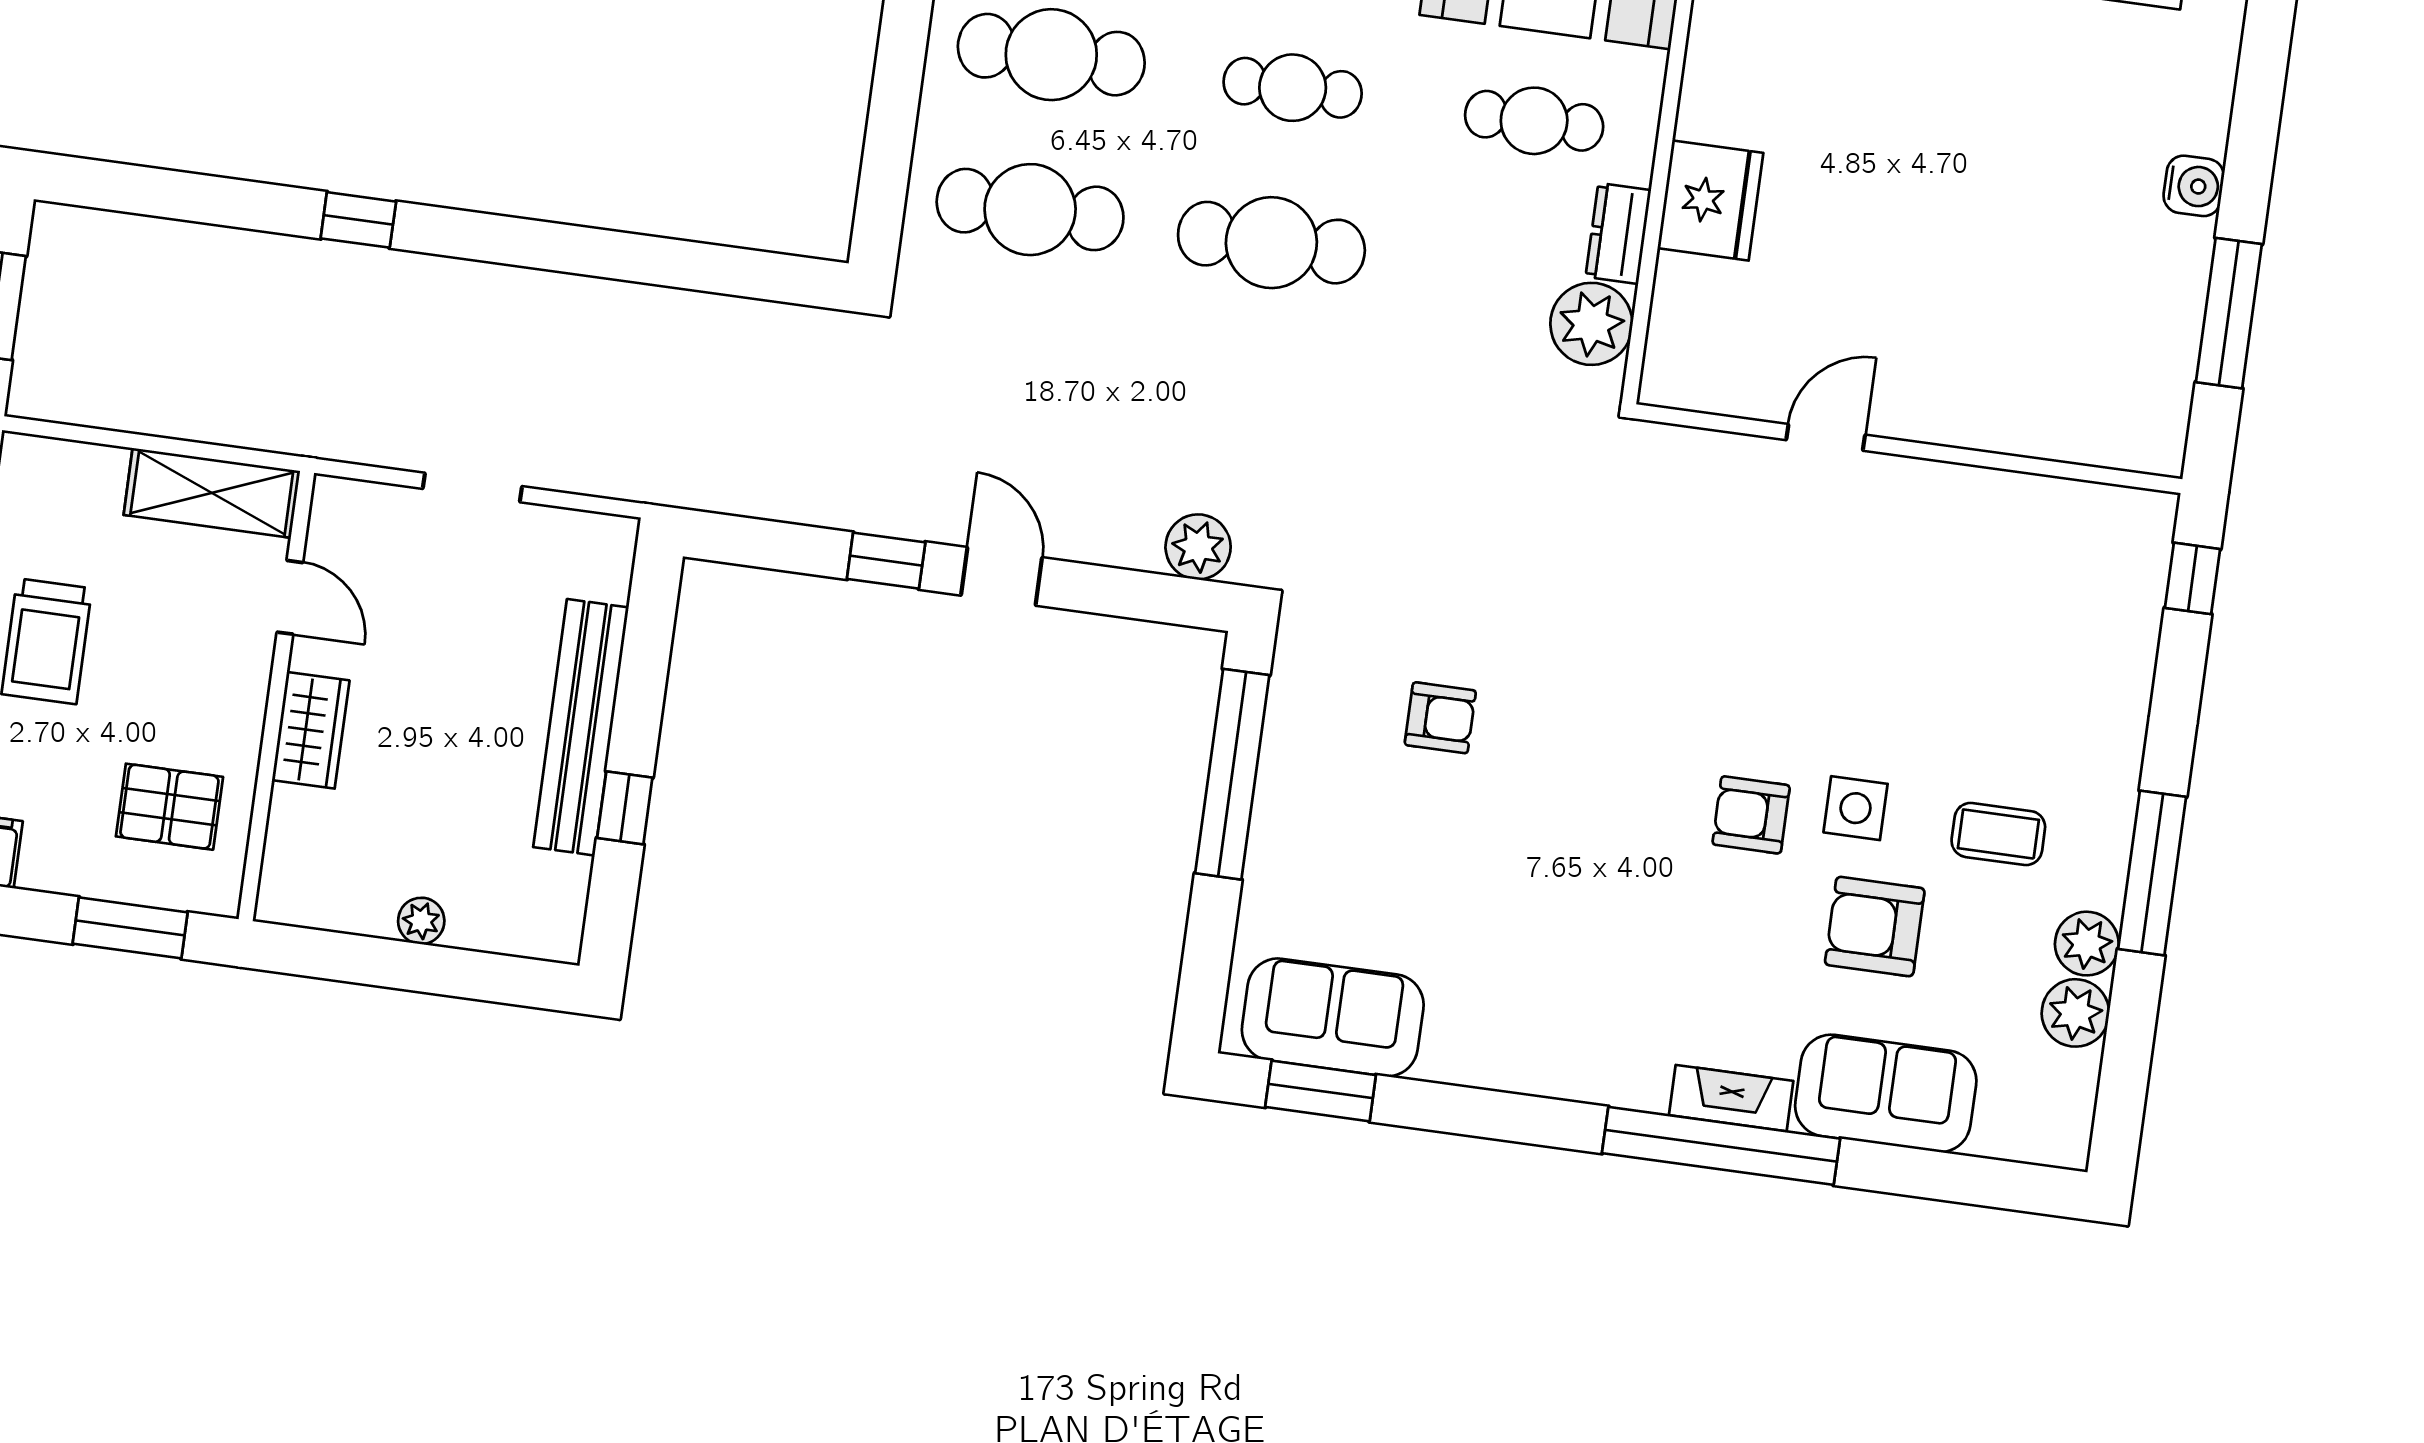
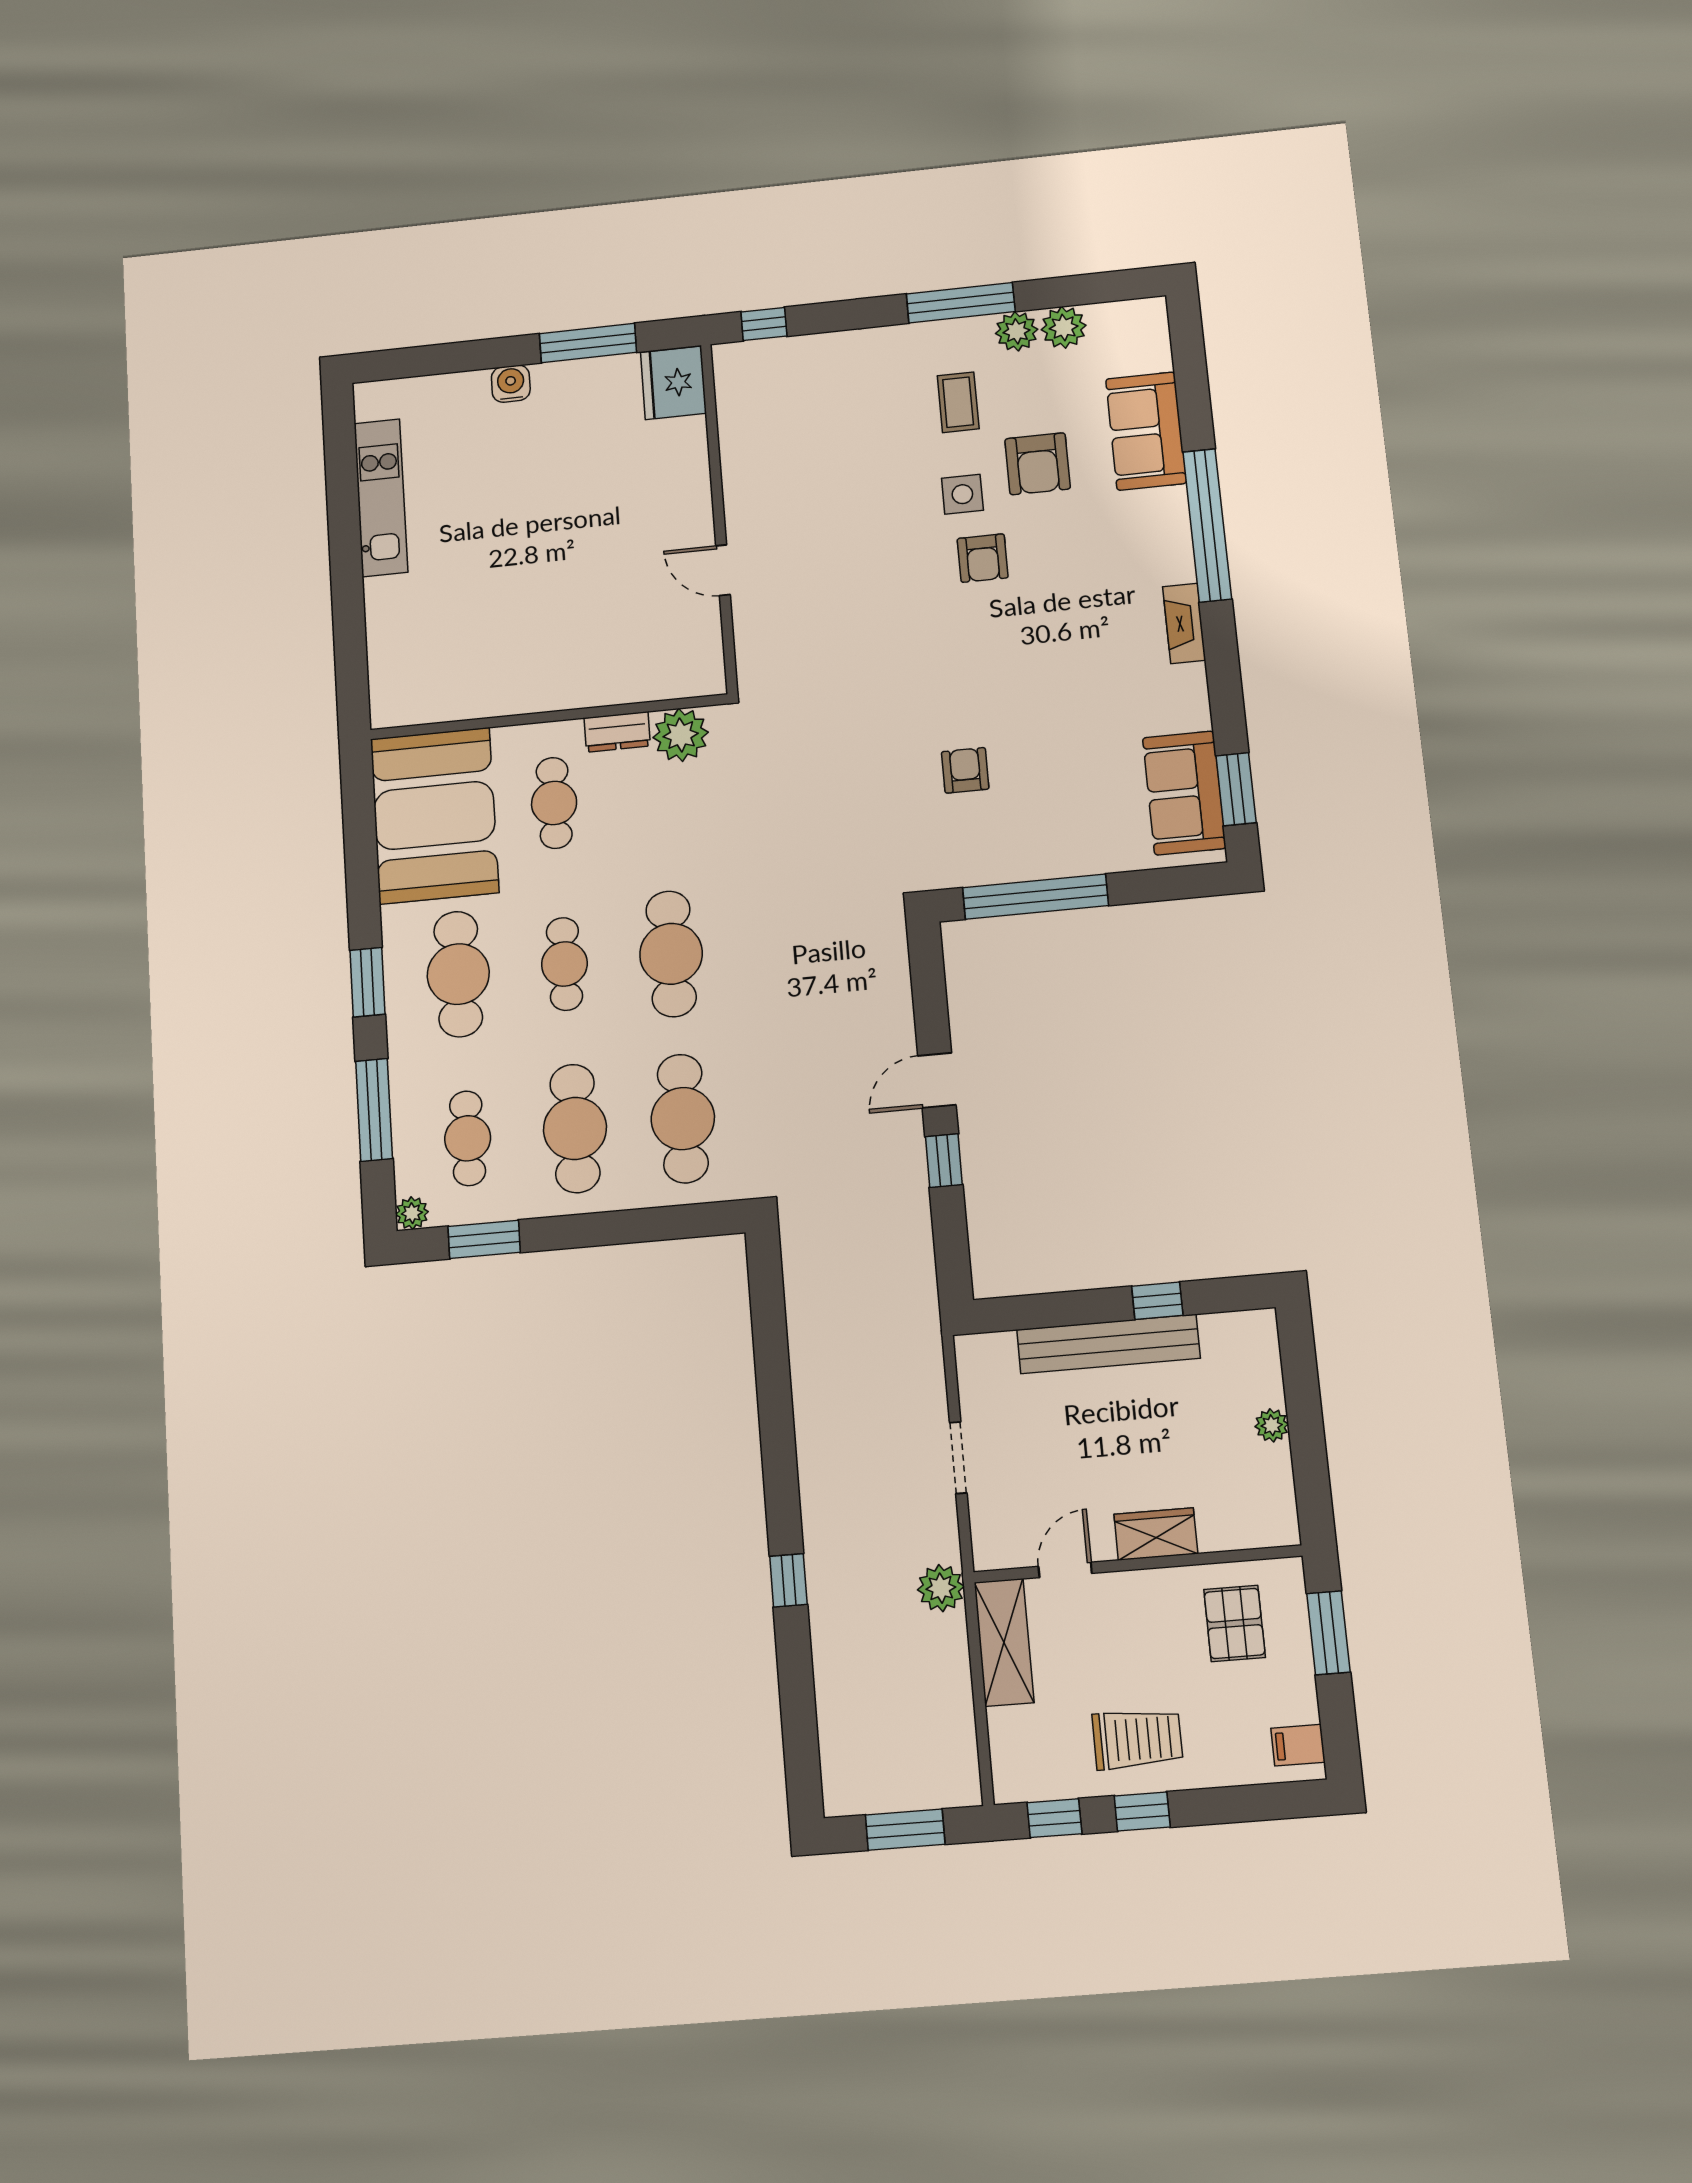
fridge: (1710, 201) -> (673, 383), moved, turned -90
plant: (1198, 547) -> (941, 1588), moved
fireplace: (1731, 1098) -> (1184, 623), moved

